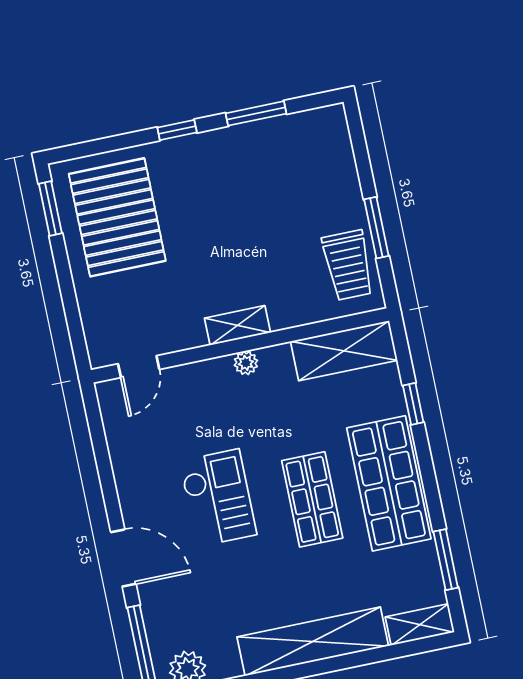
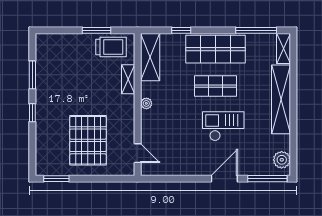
pallet: (117, 217) -> (88, 140), moved, turned 90
shelving: (237, 325) -> (128, 79), moved
checkout: (218, 498) -> (223, 126), moved
window: (446, 560) -> (256, 30), width x1.44

